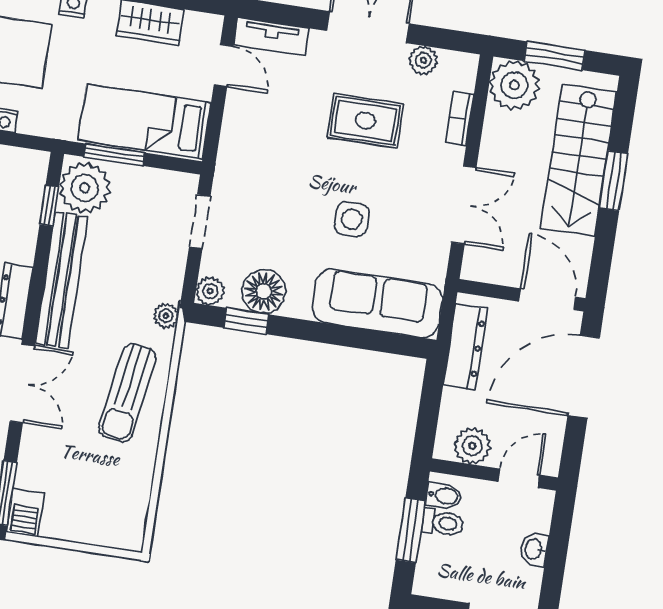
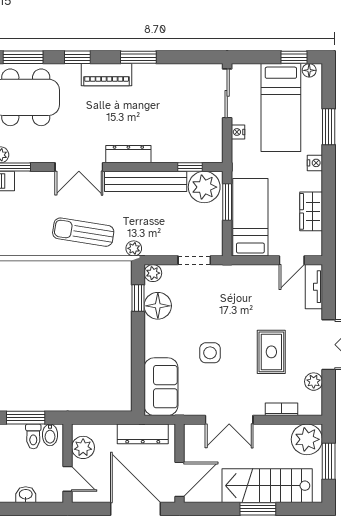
sofa: (377, 303) -> (161, 387), width x0.73

